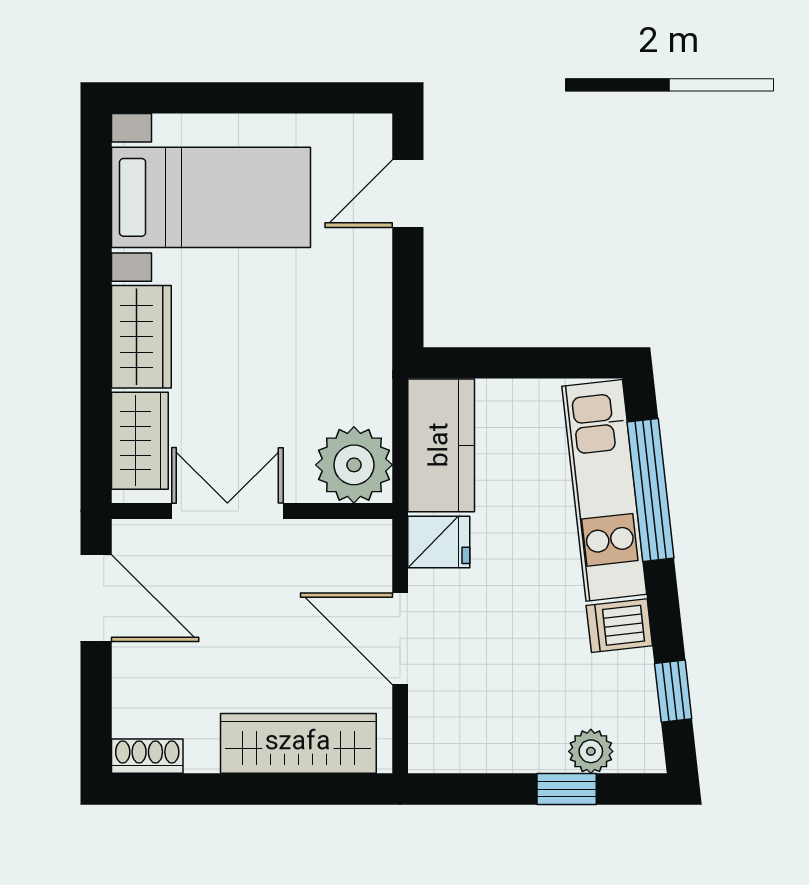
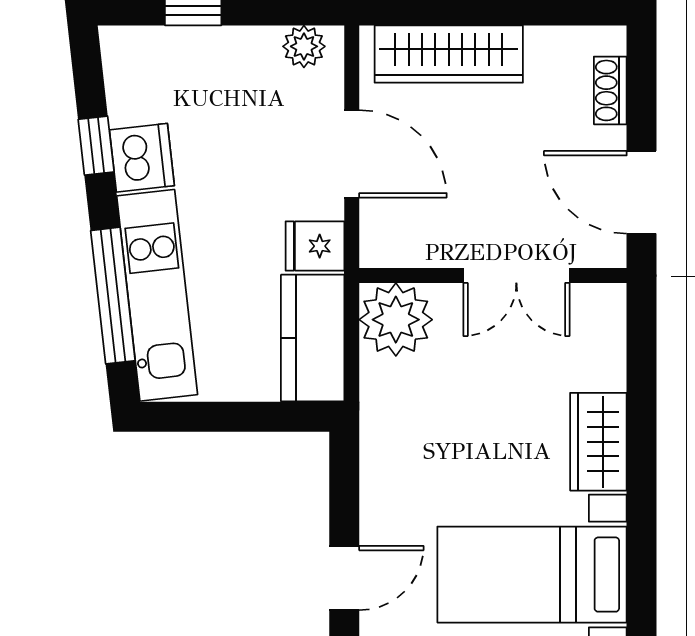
wardrobe: (140, 441) -> (600, 343), removed
dishwasher: (619, 626) -> (142, 158), width x1.38
window: (673, 691) -> (96, 146), moved
plant: (591, 751) -> (304, 46), moved
shoe rack: (147, 756) -> (610, 90), moved, turned 90

